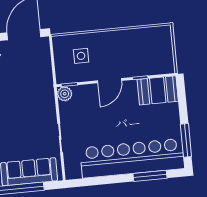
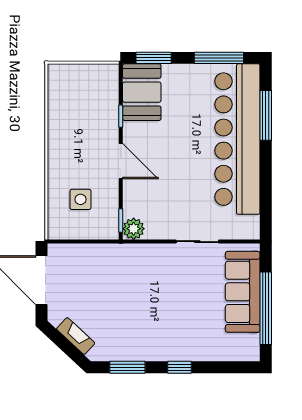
window: (182, 96) -> (154, 58), added

